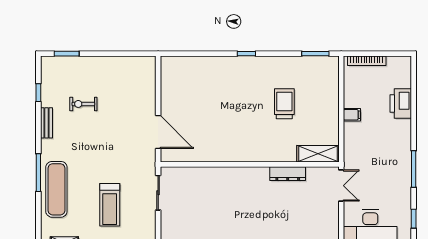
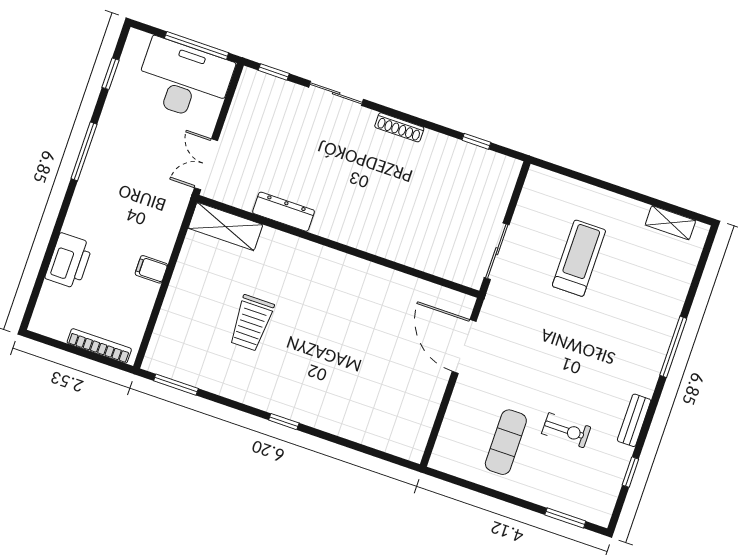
exercise mat: (56, 189) -> (506, 442), moved, width x0.73, depth x0.69

